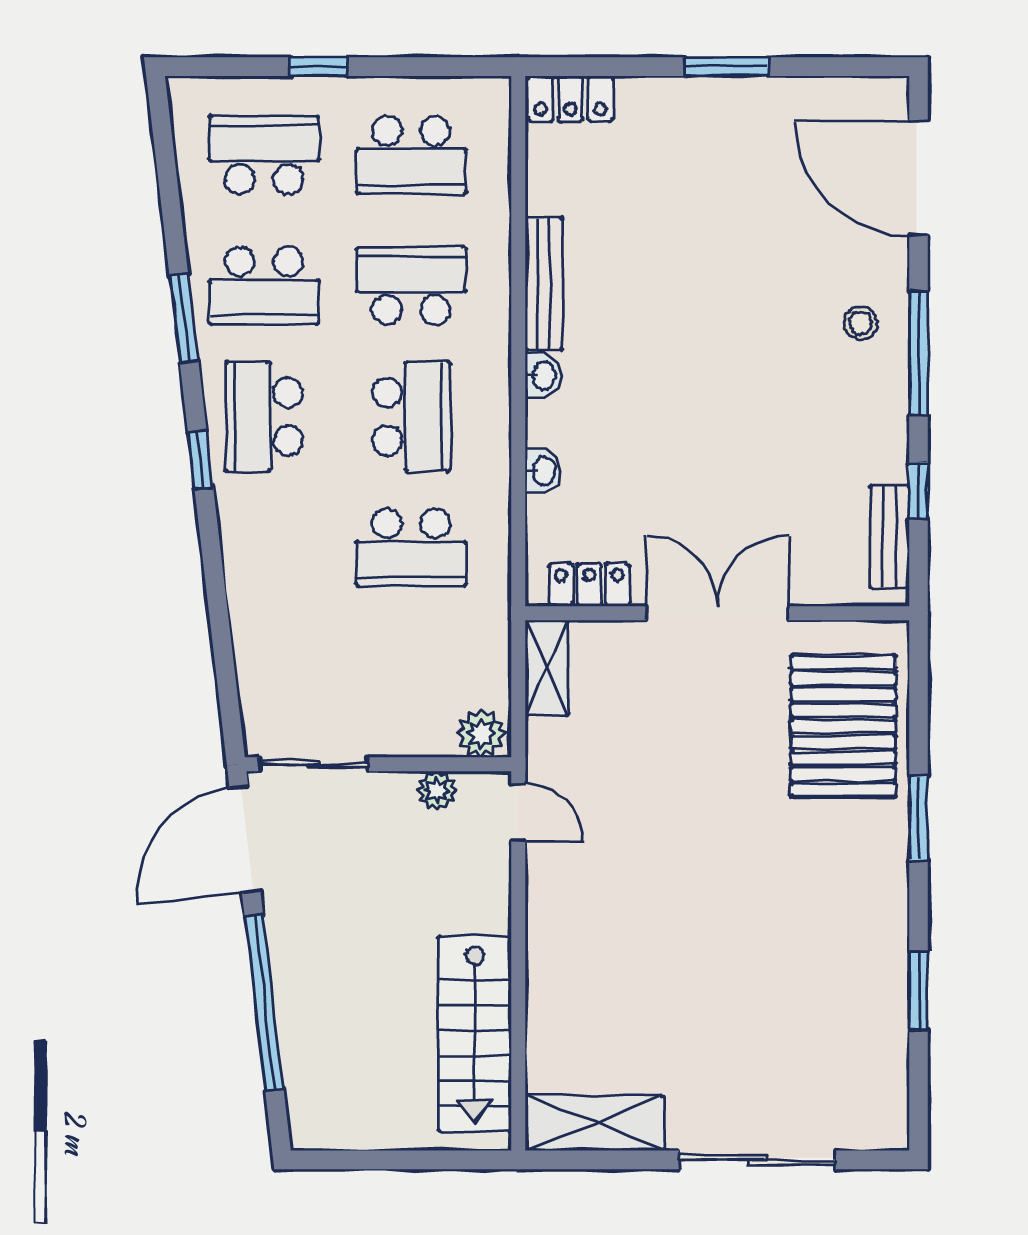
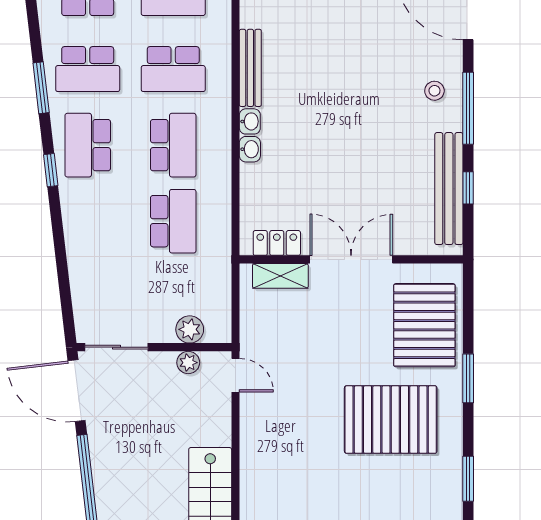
school desk: (411, 286) -> (173, 69), turned 180
washbasin: (543, 471) -> (250, 149), moved
bench: (890, 536) -> (449, 189), width x1.86, depth x1.21
school desk: (411, 547) -> (173, 221), turned -90
shelving: (547, 668) -> (280, 276), moved, turned 90
plant: (481, 734) -> (190, 329), moved
door: (245, 839) -> (77, 391), hinge flipped
pallet: (785, 889) -> (391, 420), added

